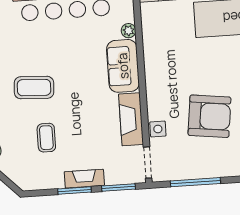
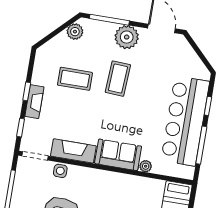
coffee table: (46, 138) -> (75, 79), width x1.36, depth x1.30
window: (118, 187) -> (21, 128), width x0.67
window: (75, 190) -> (27, 91), width x0.67

